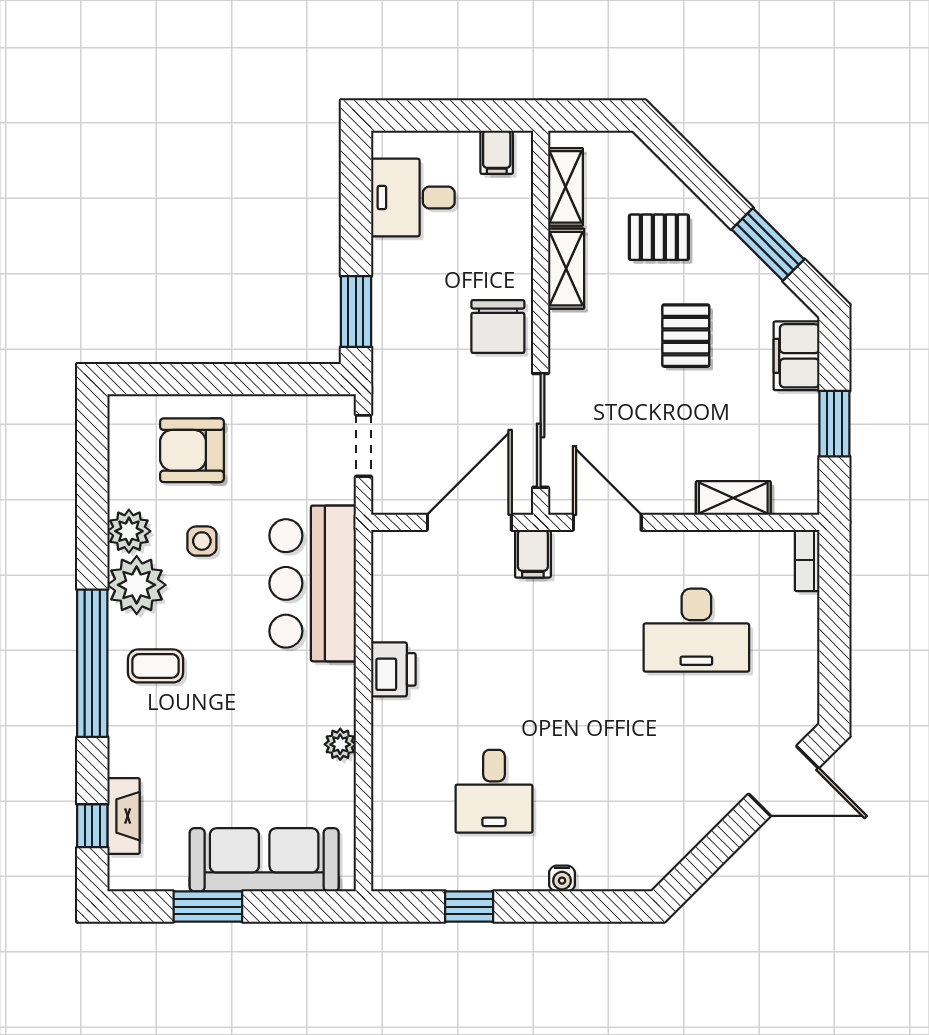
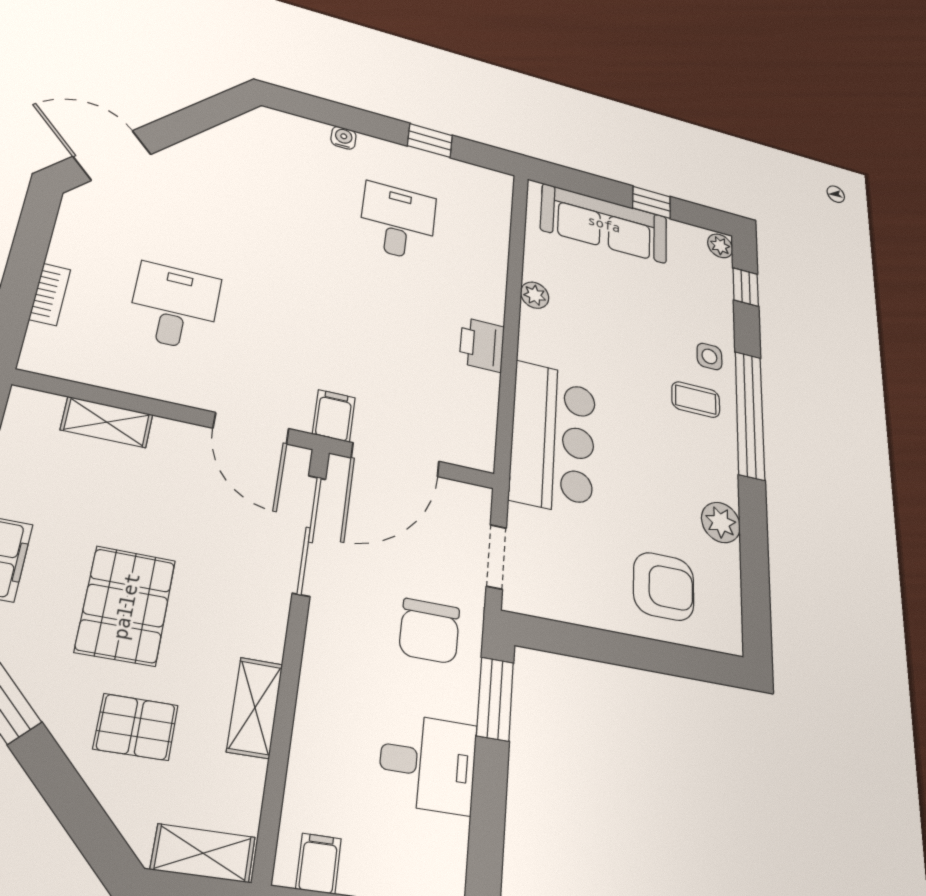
shelving: (566, 187) -> (203, 853), moved, turned 90
desk: (413, 198) -> (428, 763), moved
chair: (498, 327) -> (429, 631), moved, turned 180
pallet: (686, 336) -> (126, 606), width x1.50, depth x1.42
side table: (202, 541) -> (709, 356), moved
bookcase: (807, 560) -> (50, 294), moved
plant: (137, 585) -> (720, 246), moved, width x0.53, depth x0.53
desk: (696, 630) -> (174, 306), width x0.73
fireplace: (124, 816) -> (721, 288), removed
window: (208, 907) -> (652, 202), width x0.67

